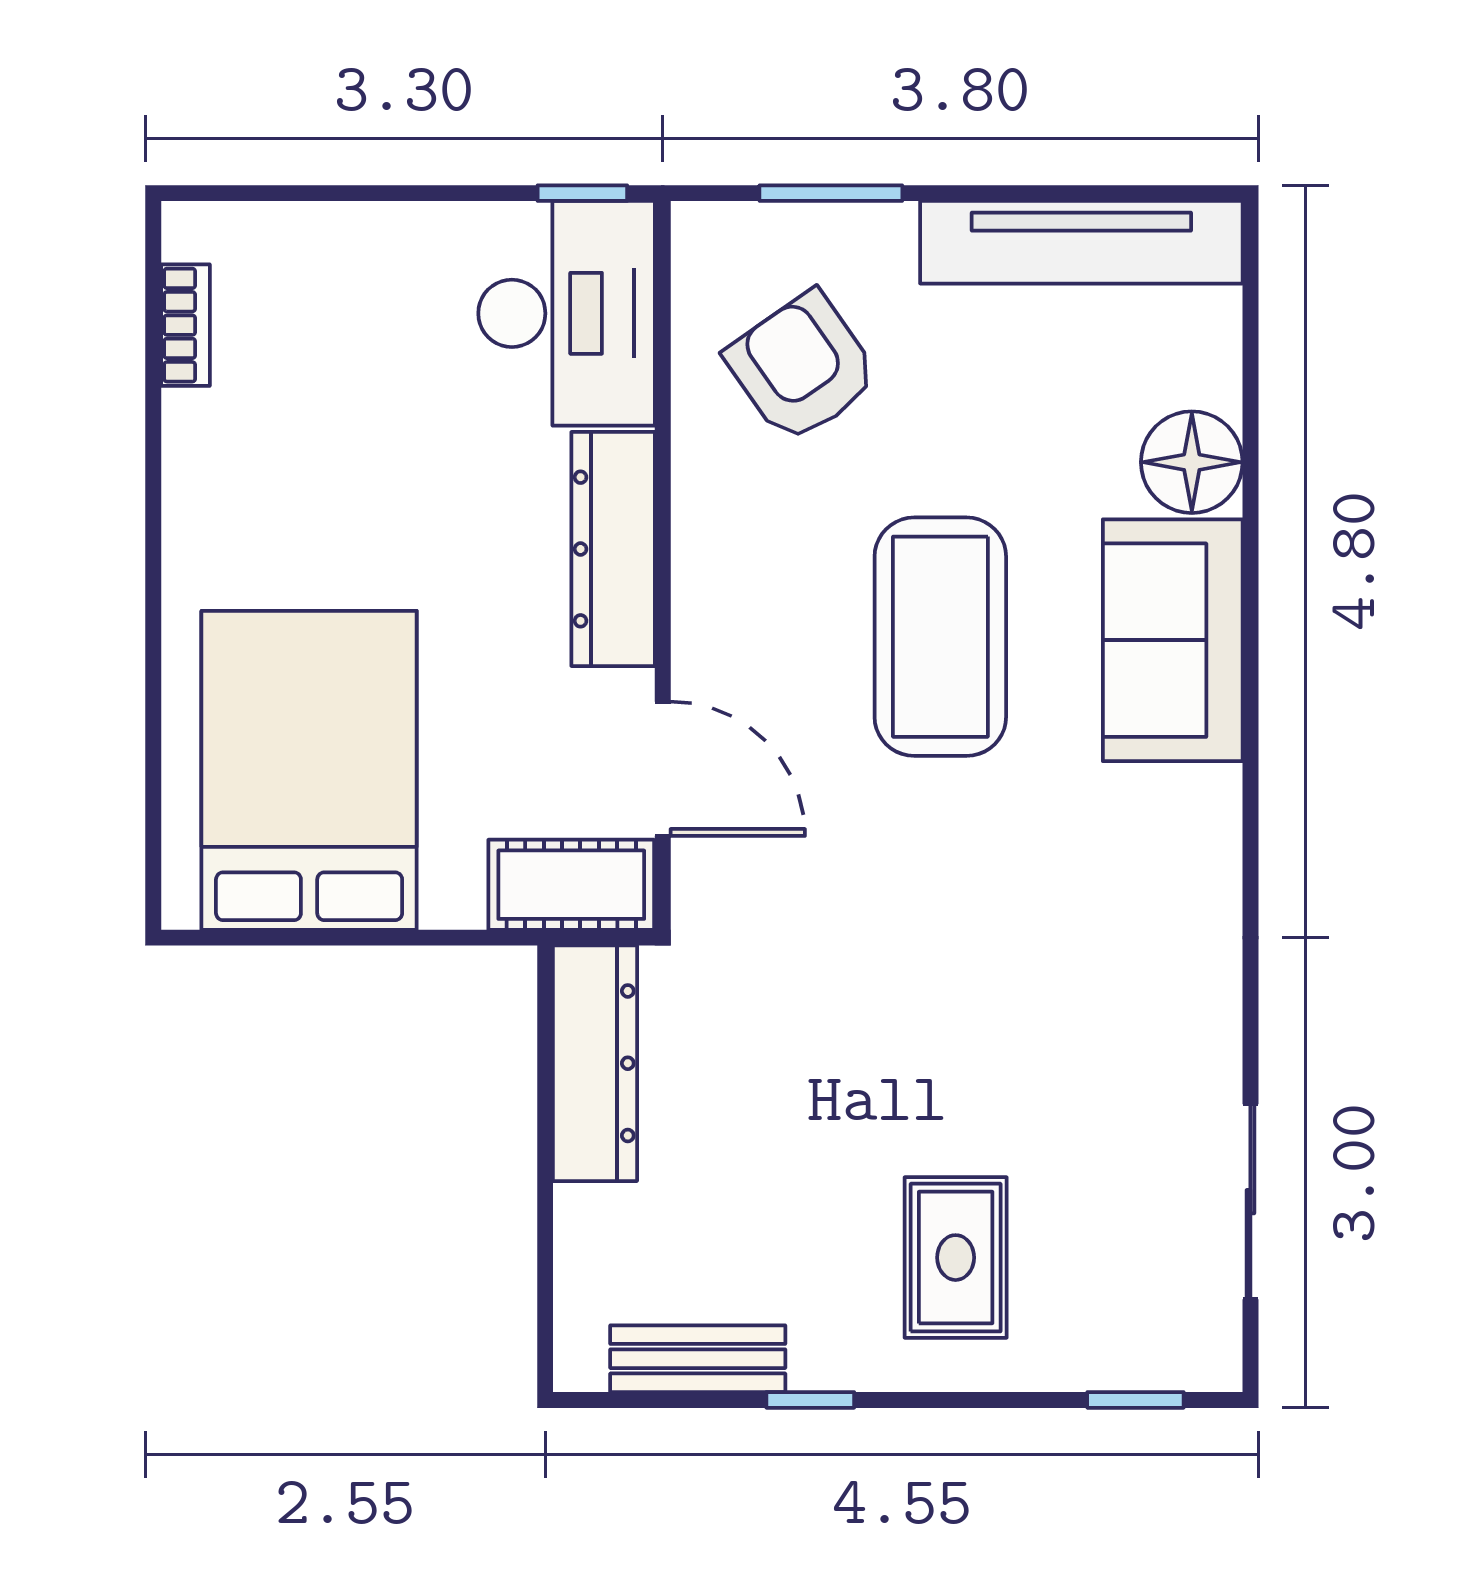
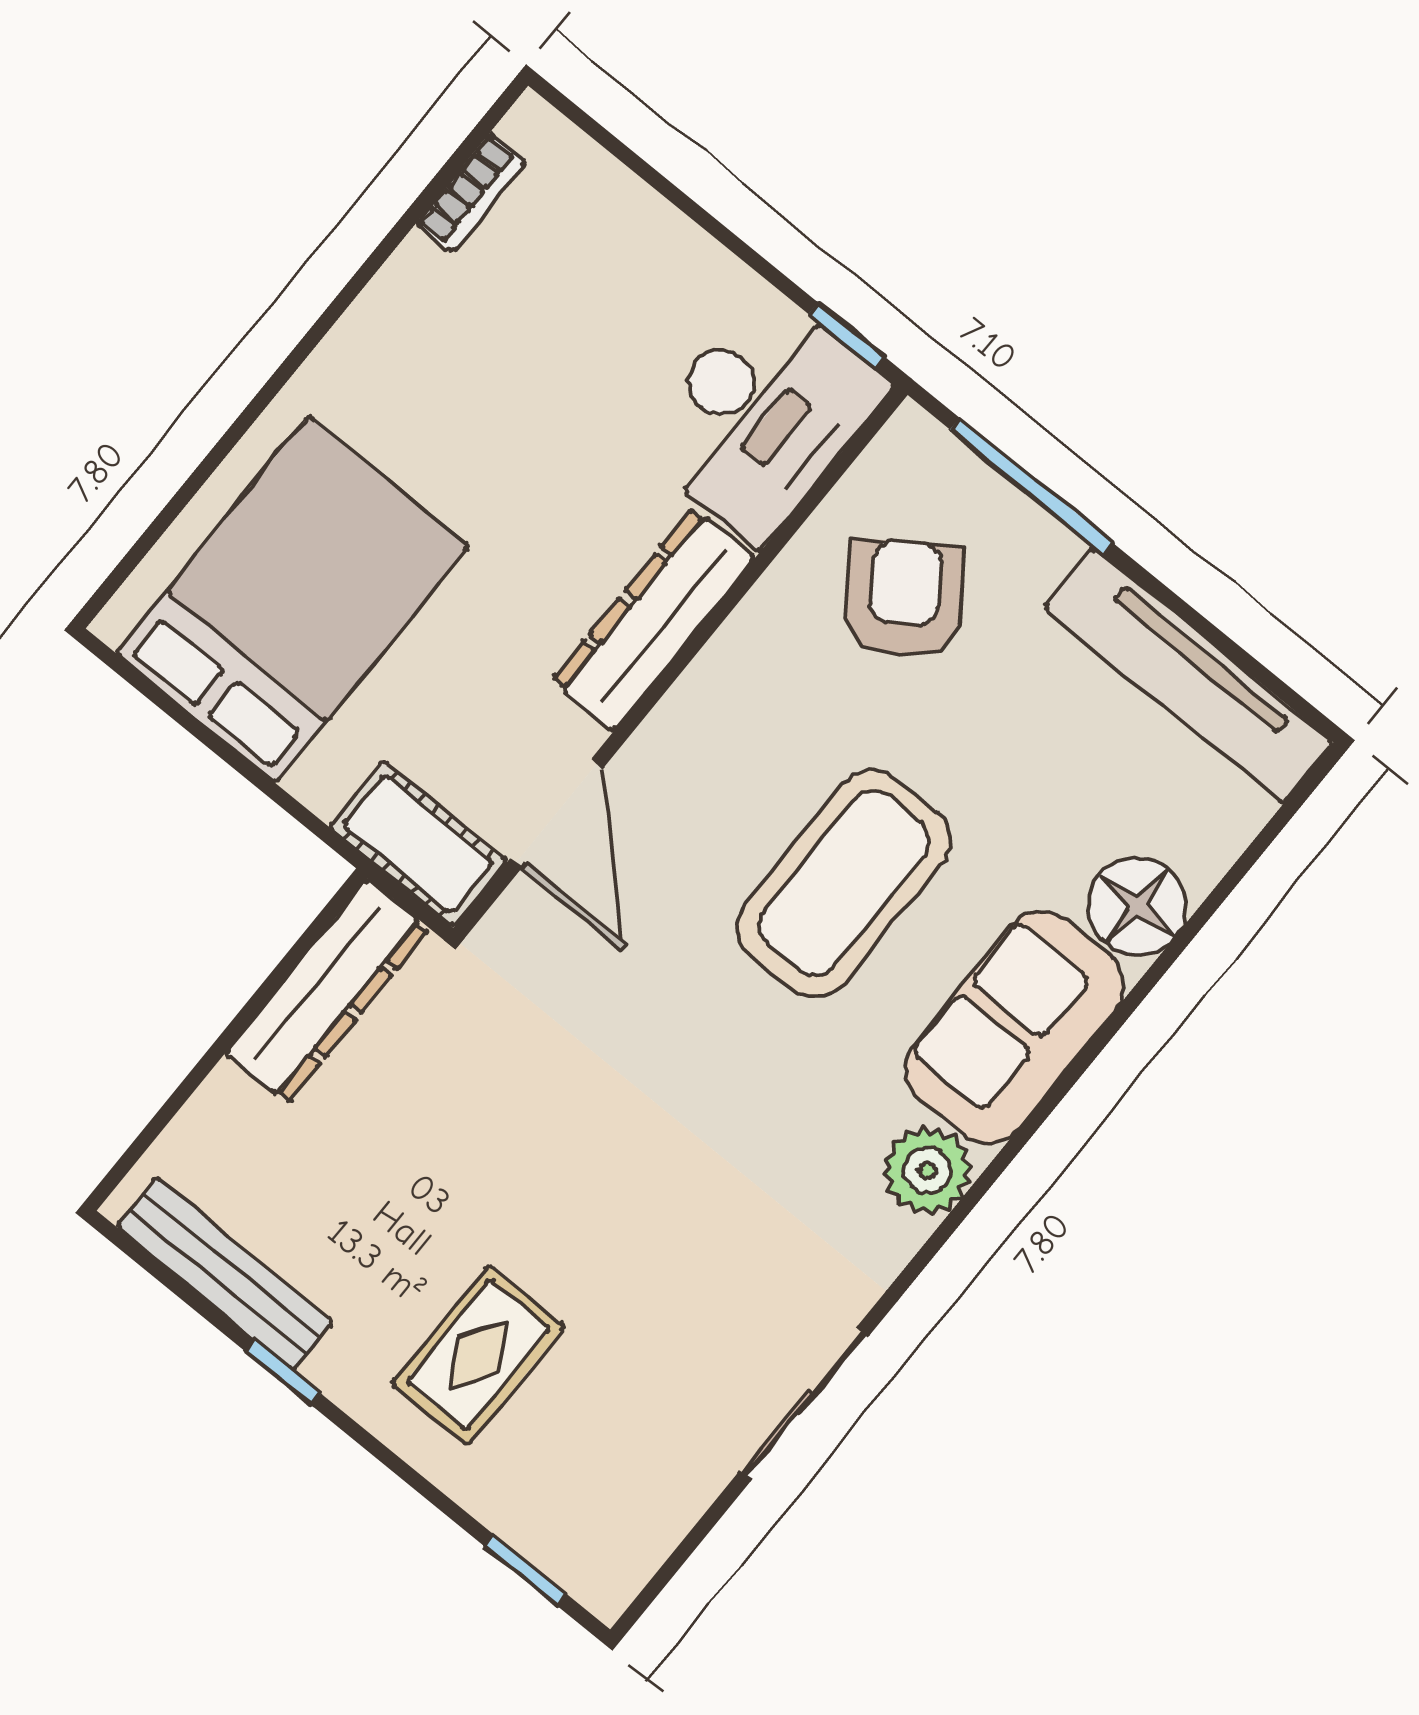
window: (831, 193) -> (1032, 486), width x1.44
plant: (1197, 813) -> (927, 1171), added
sliding door: (1250, 1202) -> (804, 1404), moved
bench: (698, 1359) -> (225, 1274), width x1.36

